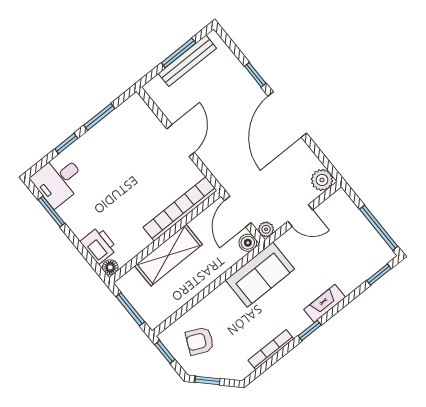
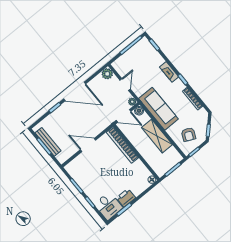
printer: (99, 245) -> (126, 198), moved
shelving: (168, 255) -> (157, 136), moved
sofa: (260, 275) -> (158, 109), width x1.36

